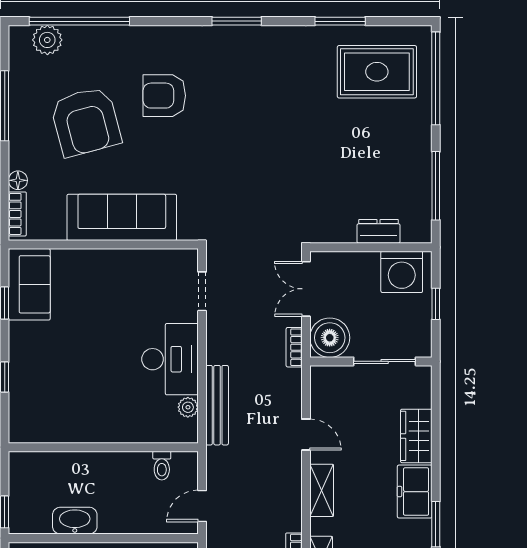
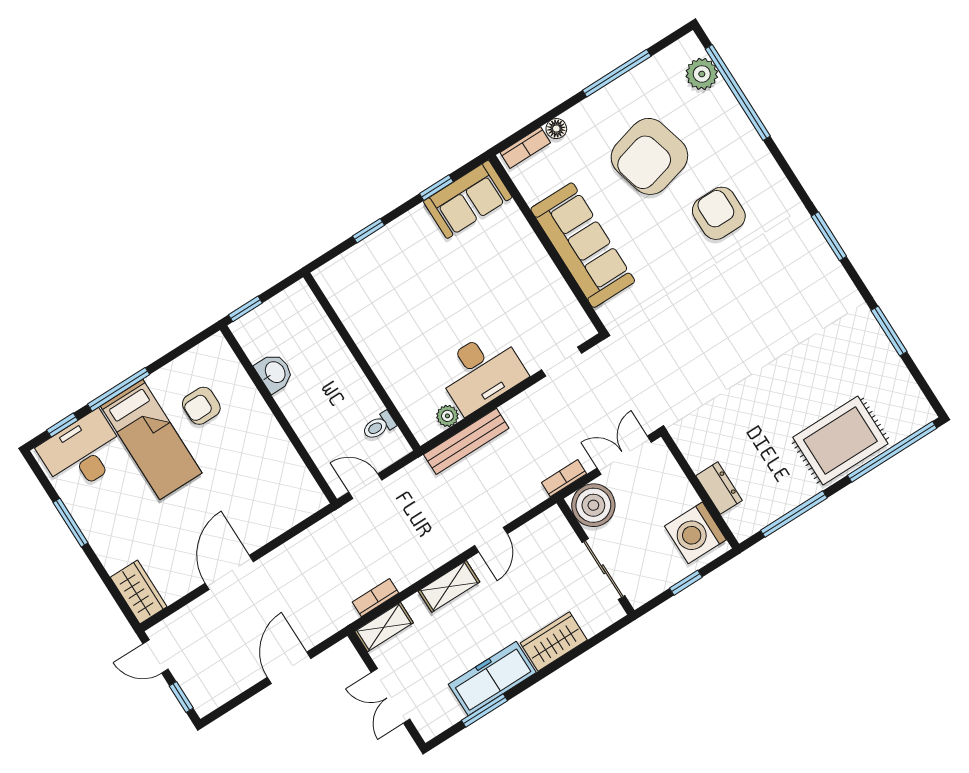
rug: (377, 72) -> (840, 441), moved, turned 90
freezer: (415, 492) -> (492, 678), width x1.40
washbasin: (75, 521) -> (274, 373), width x0.72

